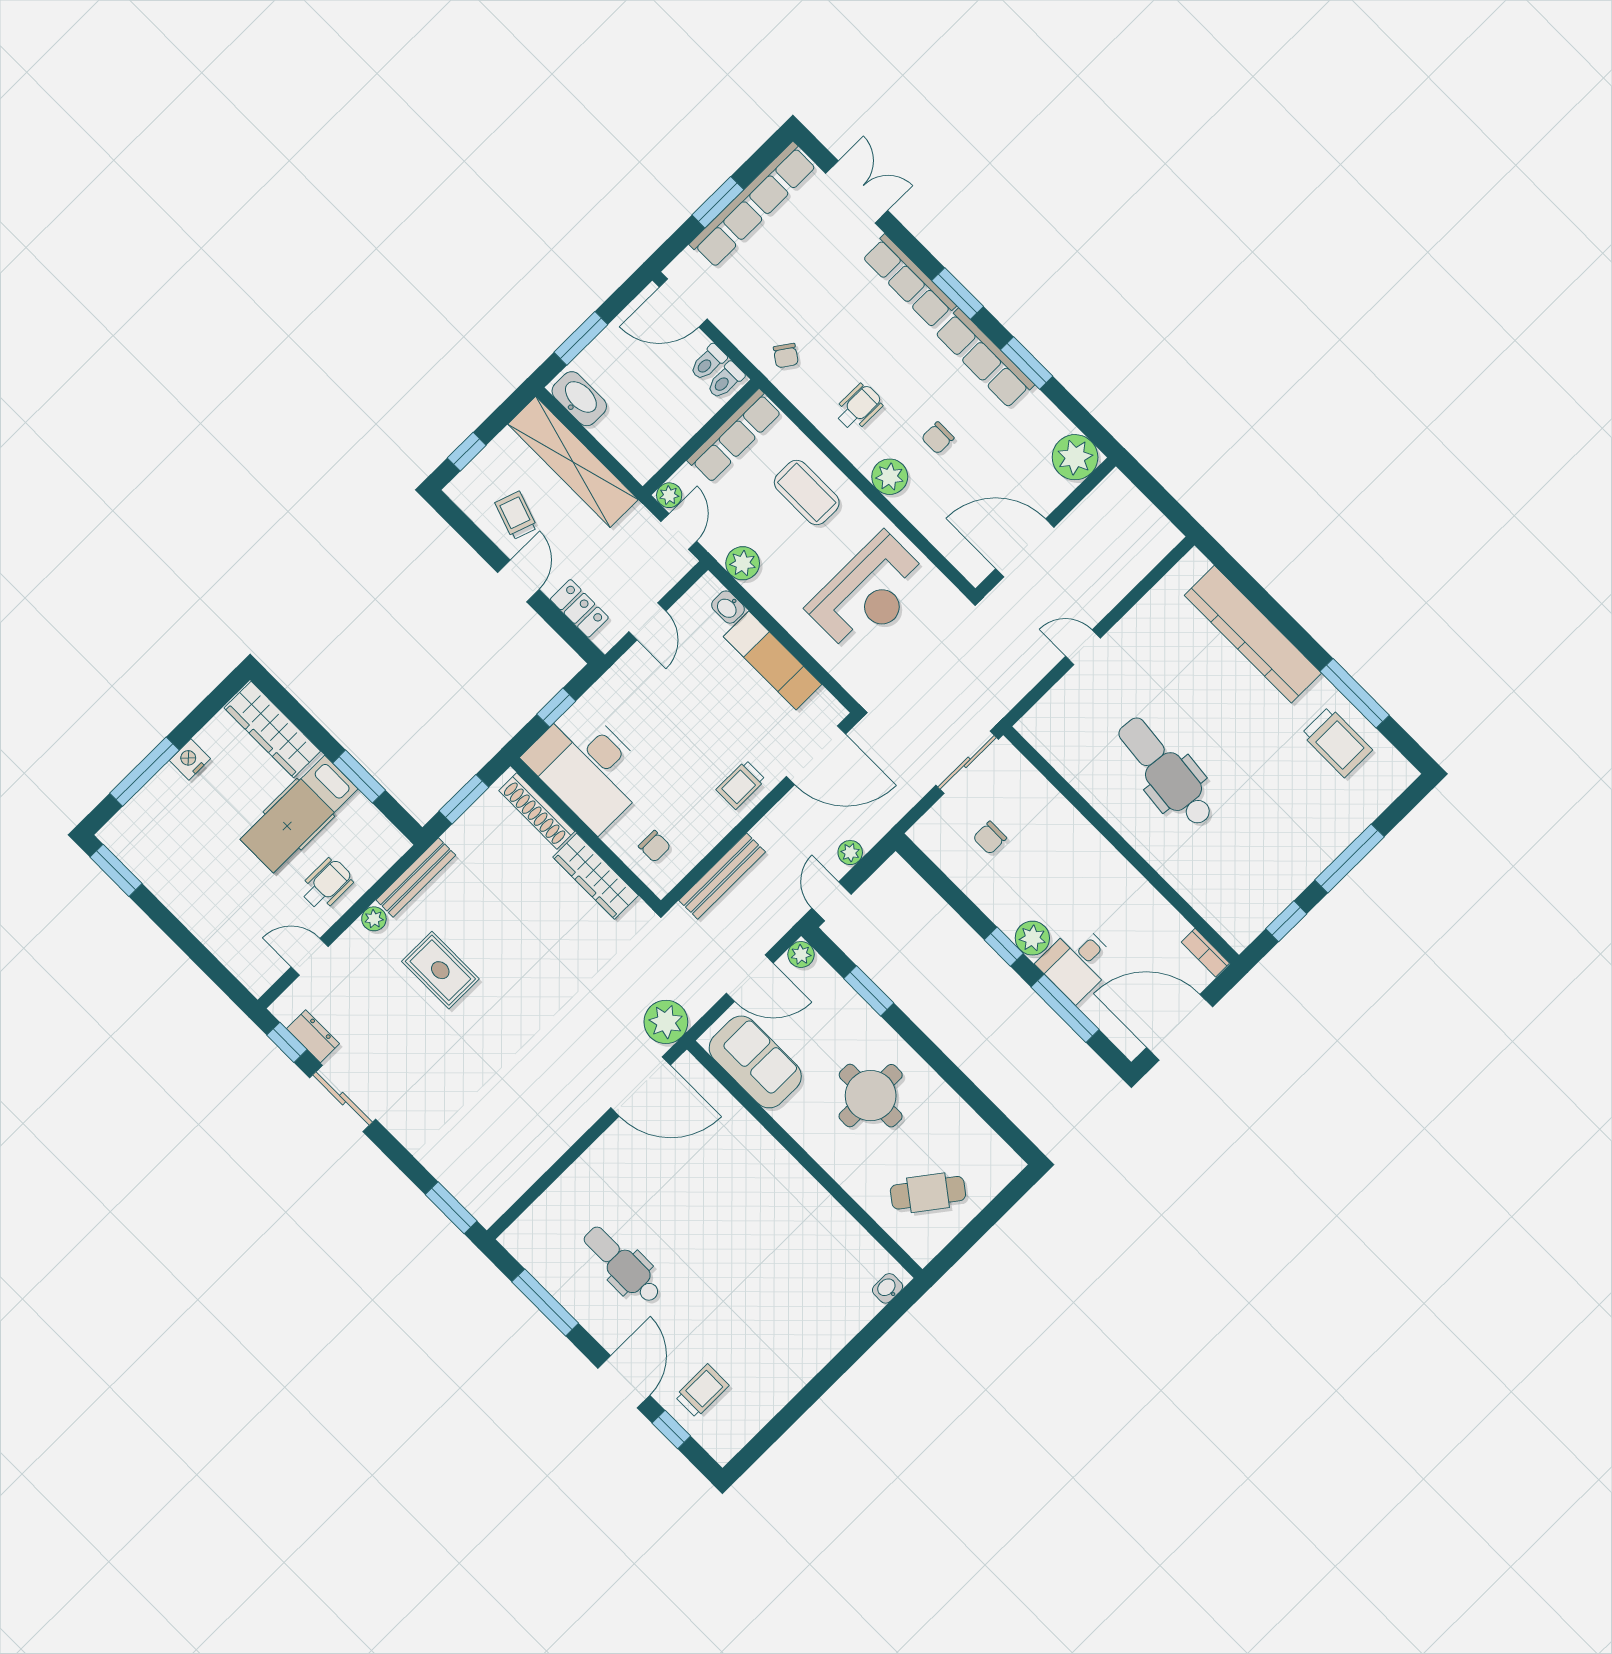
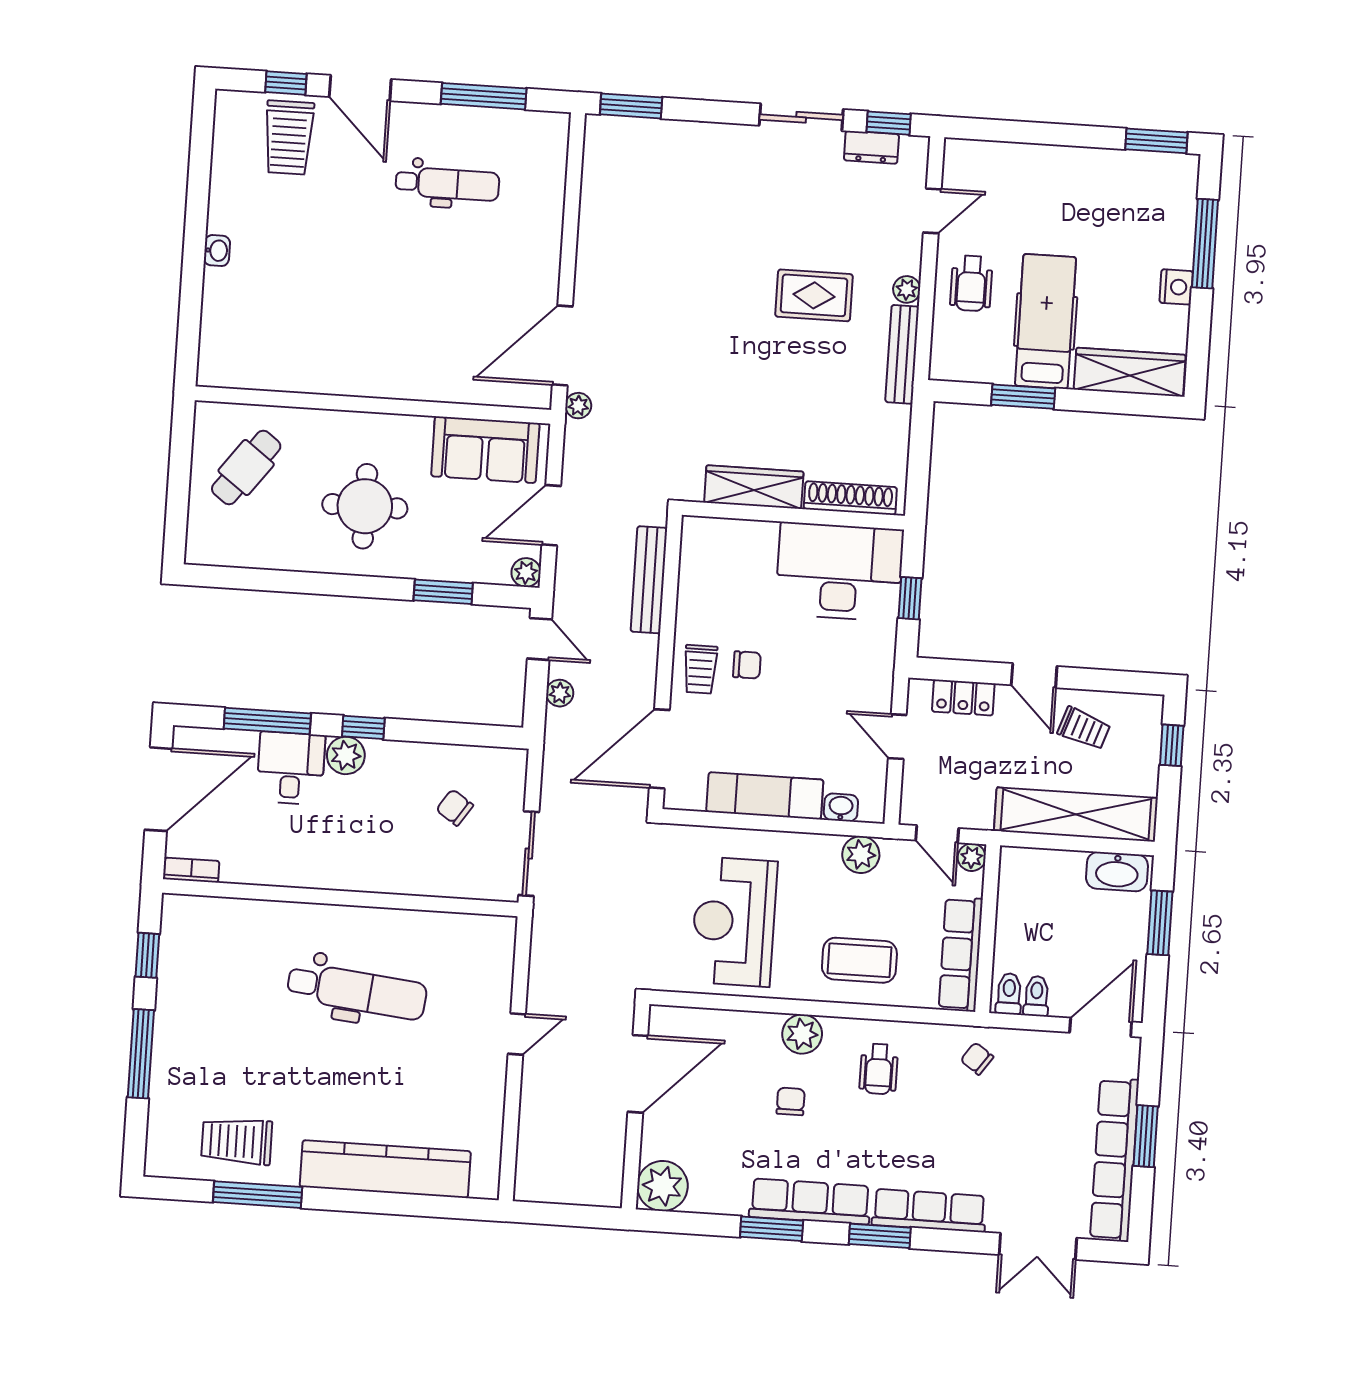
trolley: (741, 785) -> (700, 669), turned 180
window: (464, 799) -> (919, 455), removed
chair: (990, 838) -> (455, 808), turned -56
chair: (654, 846) -> (747, 665), moved, turned 180
plant: (666, 1022) -> (578, 406), width x0.53, depth x0.53
washbasin: (887, 1288) -> (217, 251), moved
trolley: (702, 1391) -> (289, 138), width x1.36, depth x1.39

